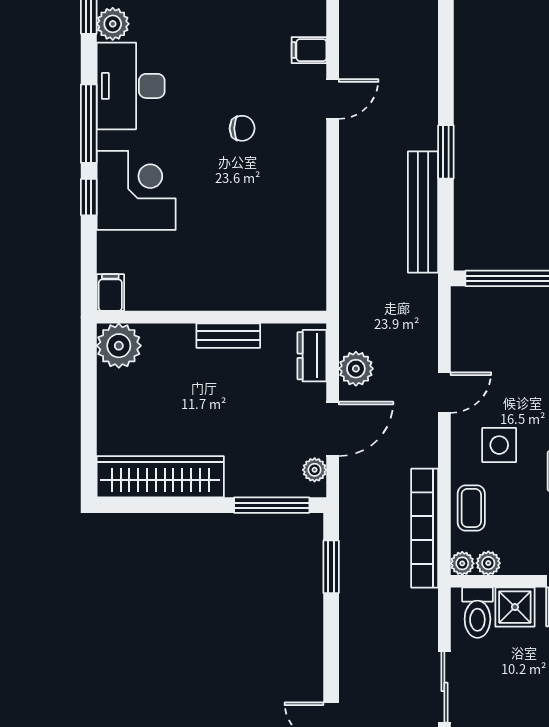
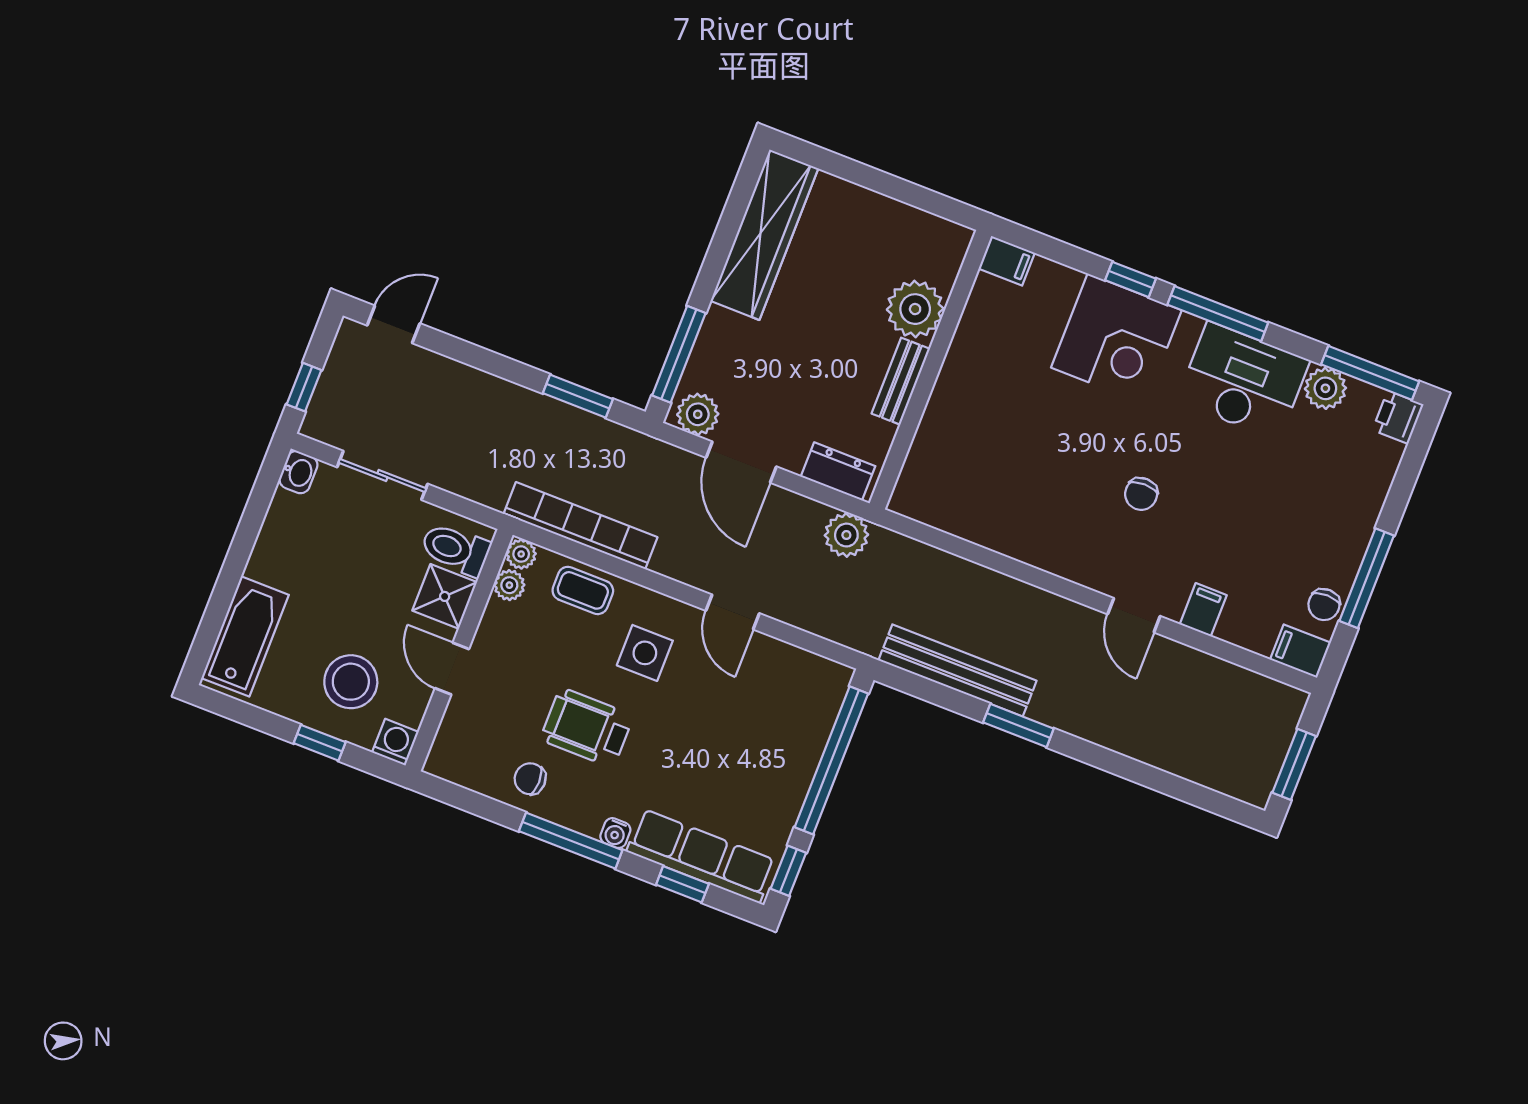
plant: (119, 346) -> (915, 309), moved
plant: (356, 369) -> (846, 535), moved
plant: (315, 470) -> (698, 414), width x1.38, depth x1.38

